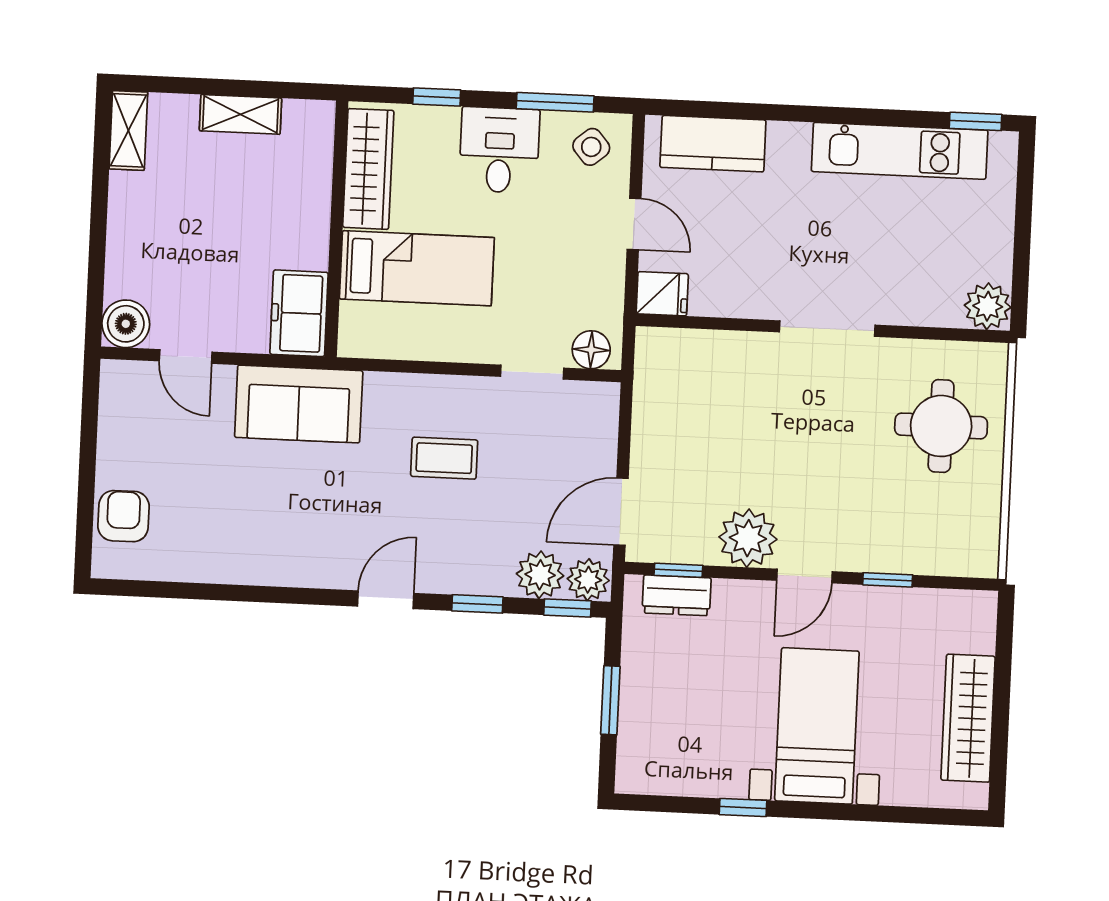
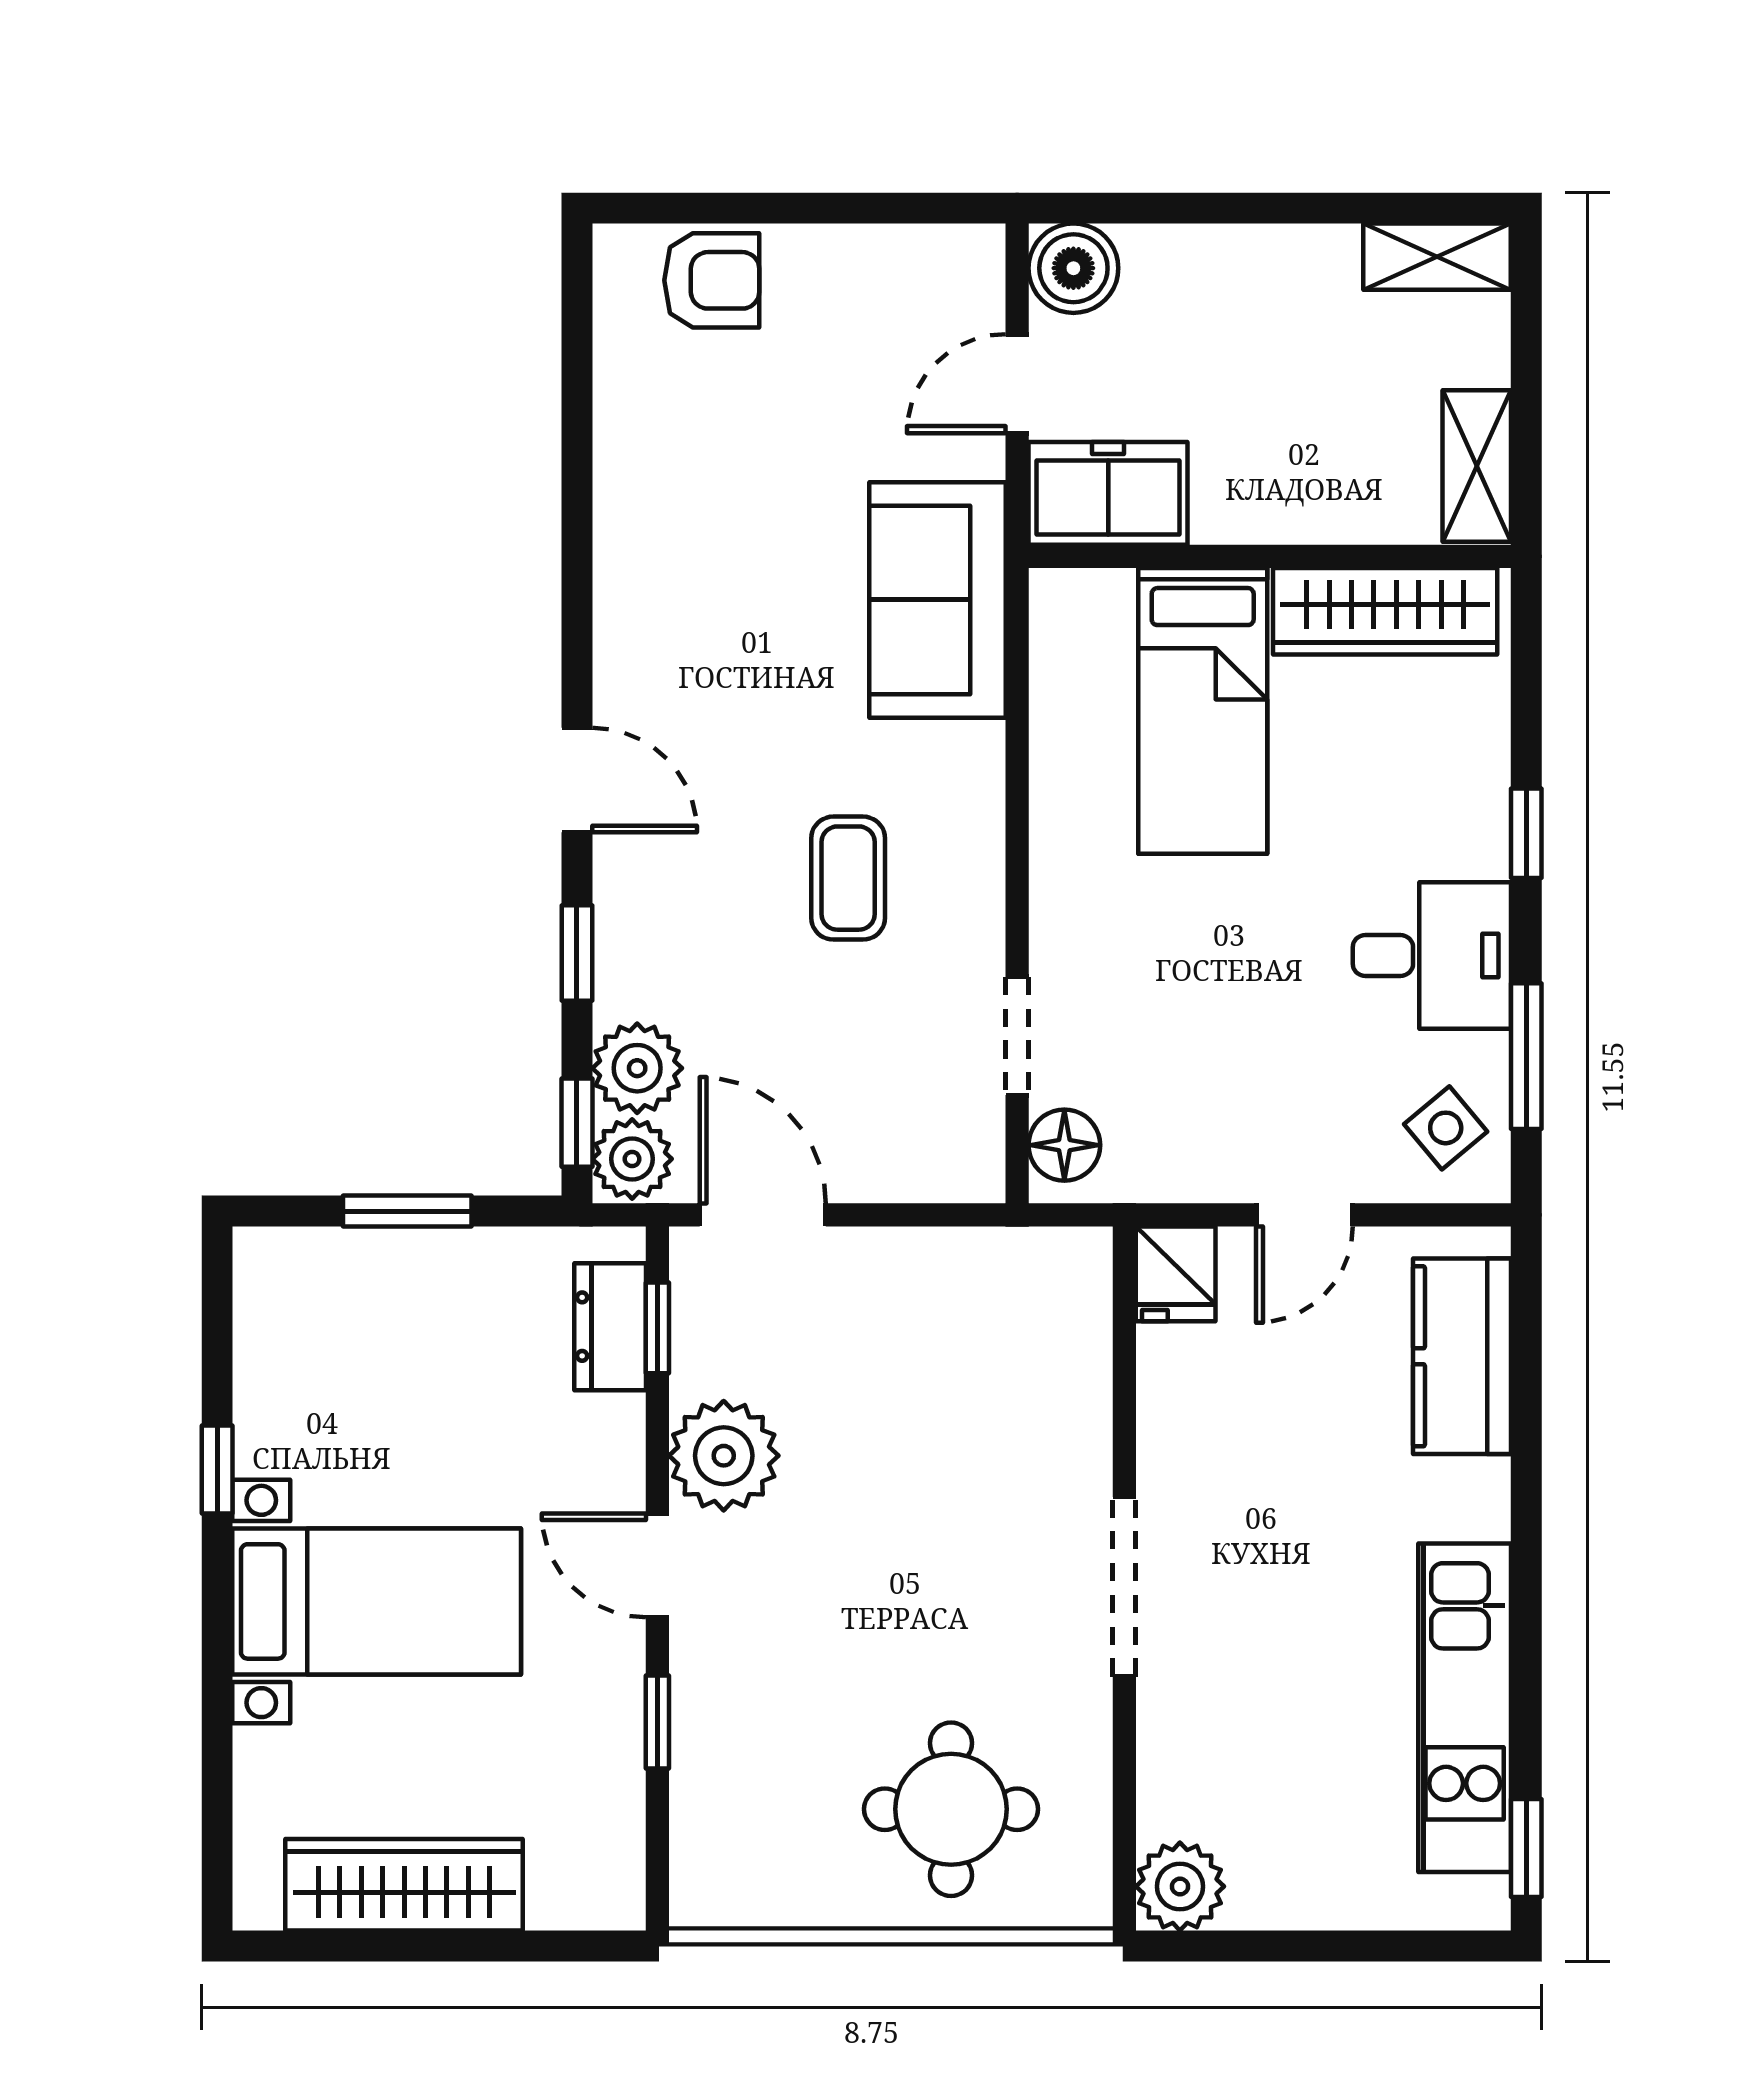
wardrobe: (368, 169) -> (1385, 611), moved
wall: (336, 229) -> (1270, 556), moved
bed: (417, 268) -> (1203, 711), moved
freezer: (299, 313) -> (1108, 493), moved

